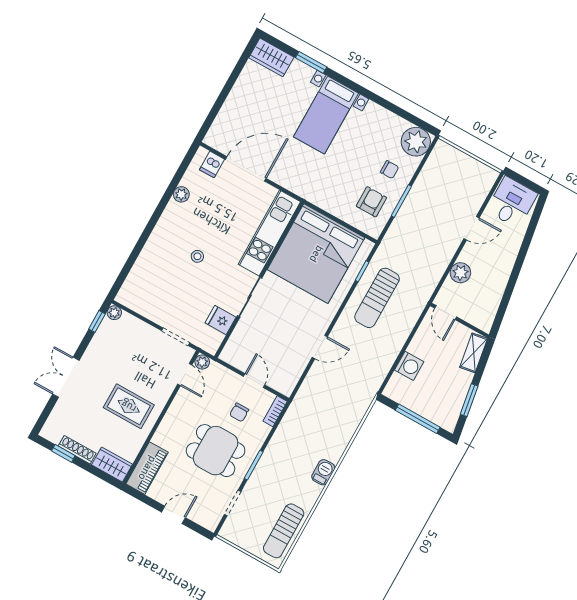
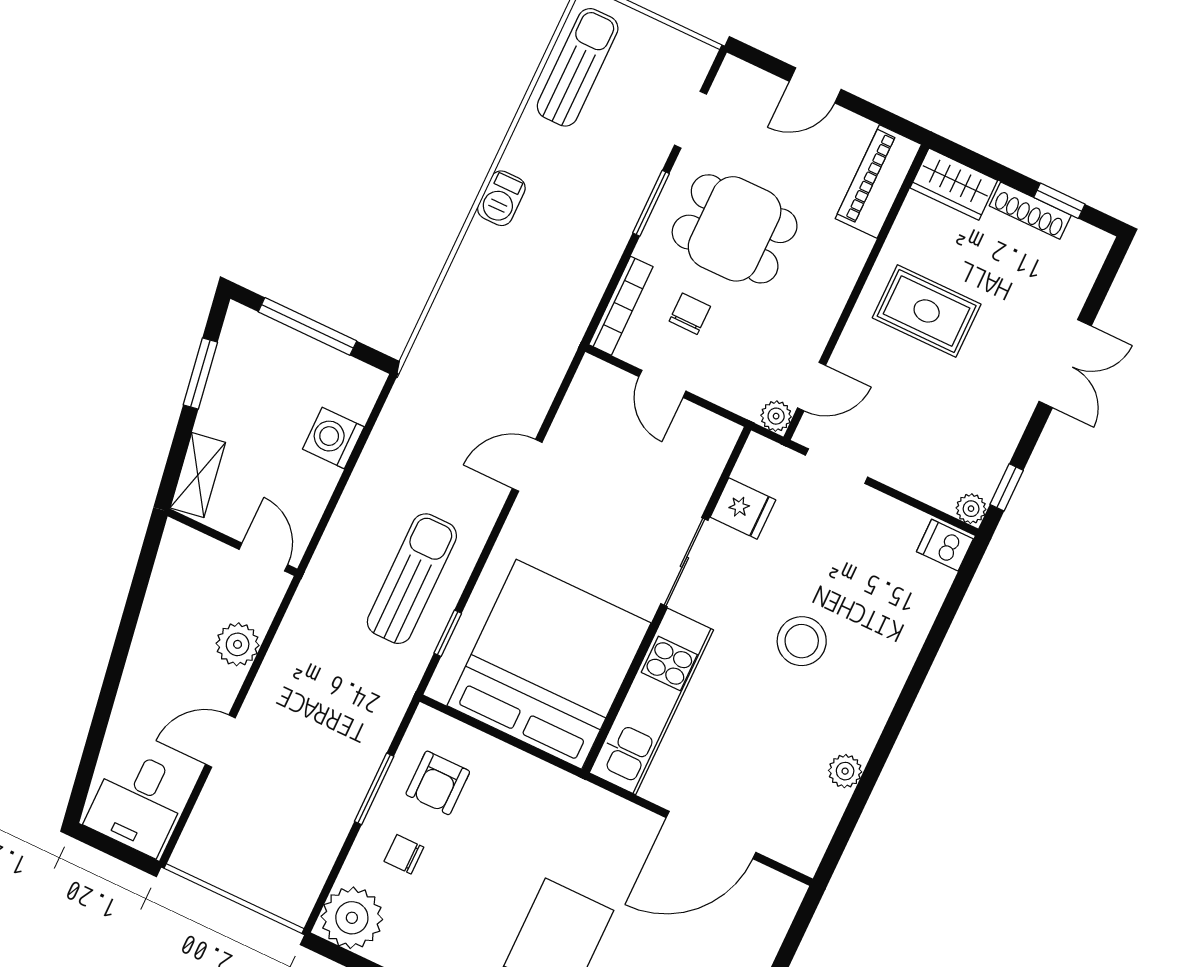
dishwasher: (212, 164) -> (945, 545), moved, turned -90
stool: (197, 256) -> (802, 641), width x1.89, depth x1.89
door: (185, 375) -> (811, 387), swing flipped
bookcase: (275, 411) -> (621, 306), width x1.56

